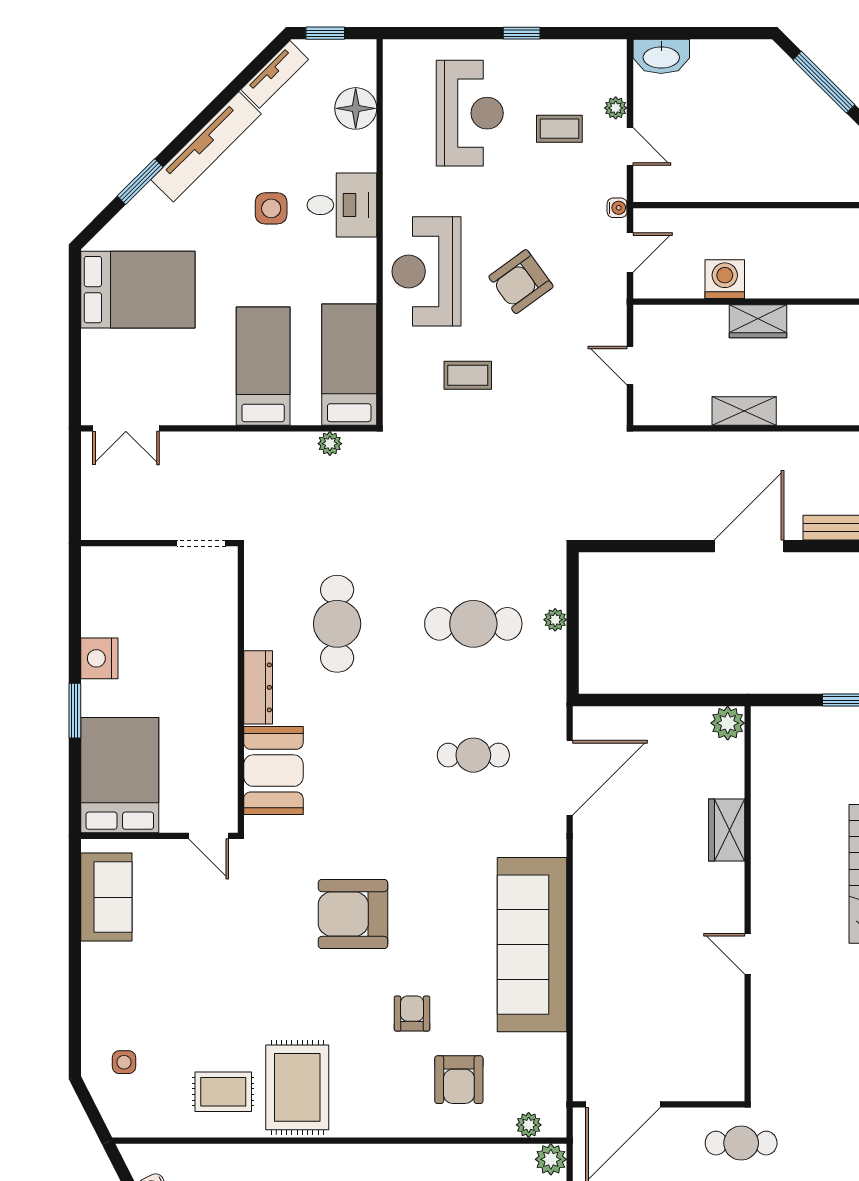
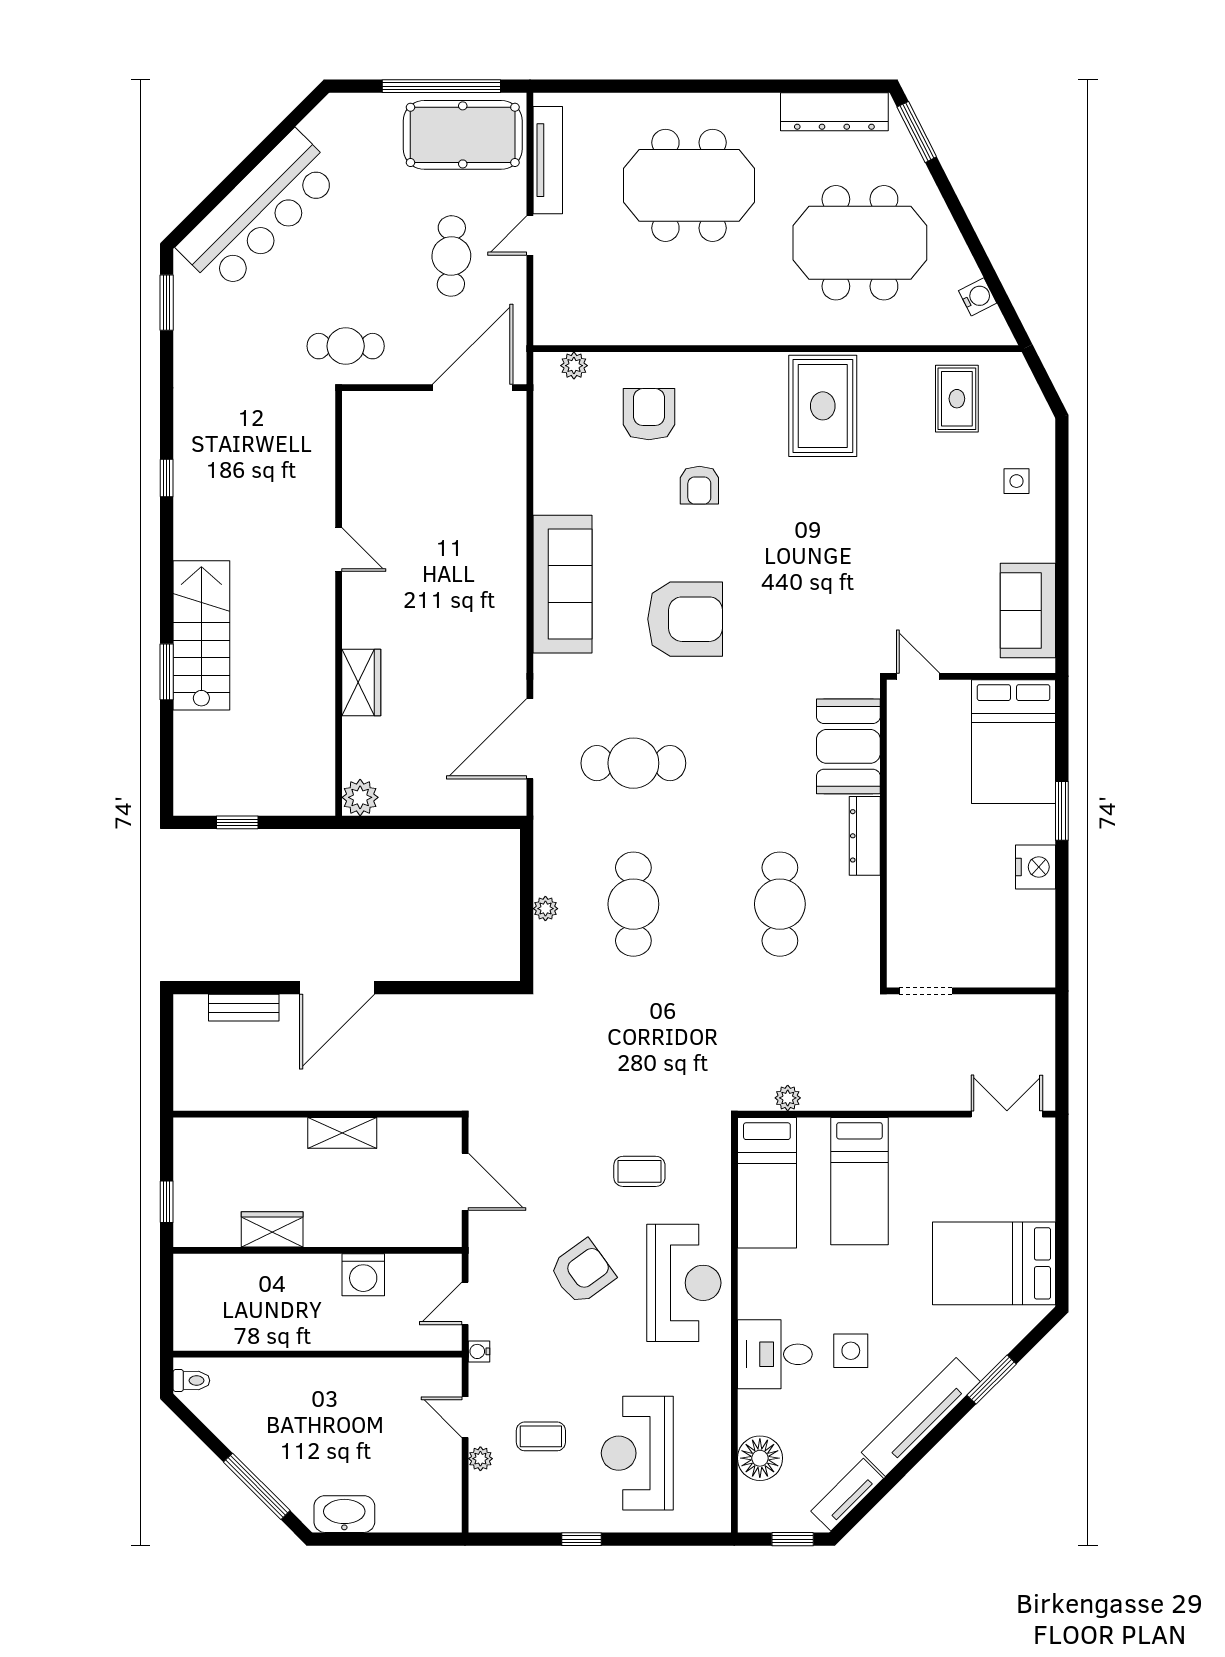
washbasin: (661, 56) -> (344, 1514), moved
wardrobe: (758, 321) -> (272, 1229), moved
door: (630, 366) -> (465, 1182), width x1.38
cafe table: (473, 624) -> (633, 904), turned 90
cafe table: (473, 755) -> (633, 763), width x1.37, depth x1.35
armchair: (353, 914) -> (685, 619), moved
sofa: (532, 945) -> (562, 584), width x0.74, depth x0.79
side table: (124, 1062) -> (1017, 481), moved
rug: (223, 1092) -> (957, 399), moved, turned 90
plant: (551, 1159) -> (550, 328), removed

